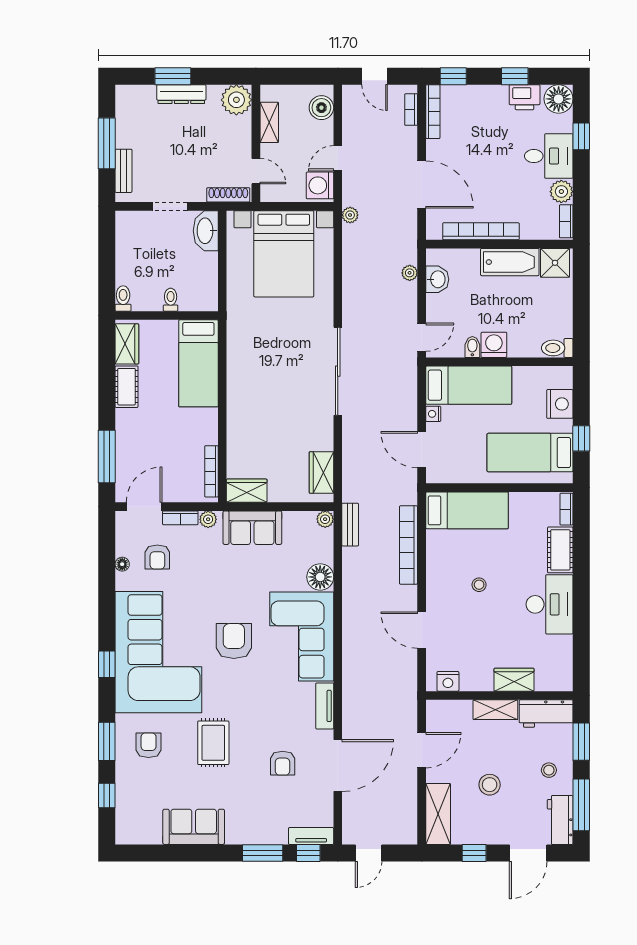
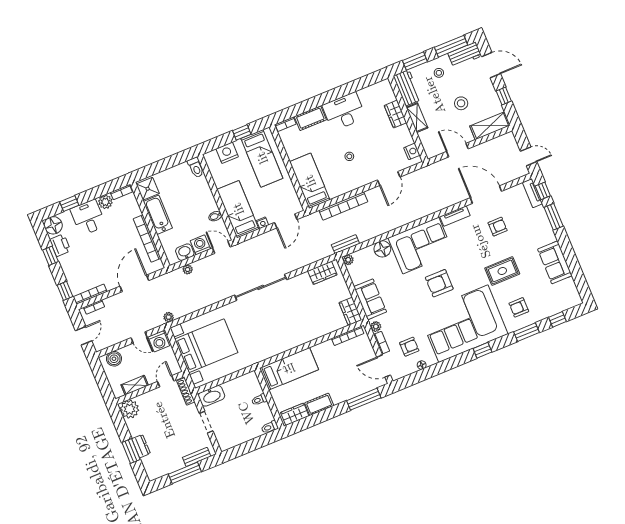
dresser: (181, 94) -> (141, 446), width x0.70
washing machine: (494, 345) -> (200, 245), moved, turned 90

